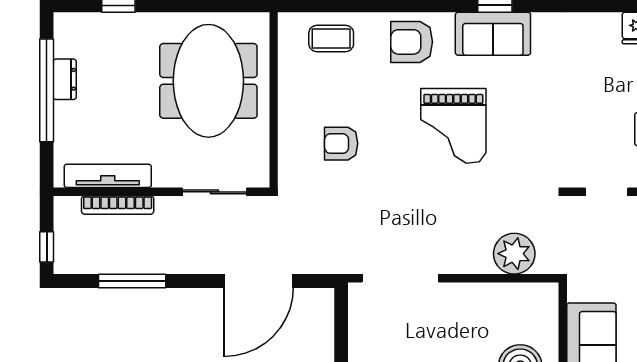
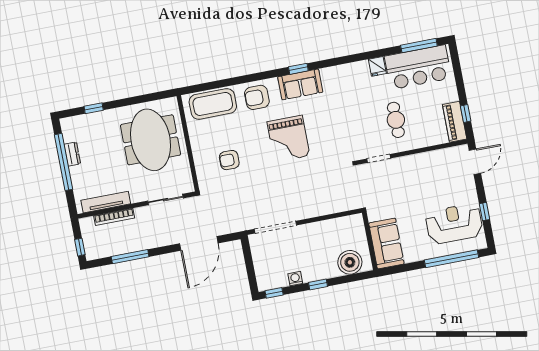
coffee table: (331, 38) -> (213, 104), width x1.86, depth x1.72
plant: (514, 254) -> (335, 202), removed

